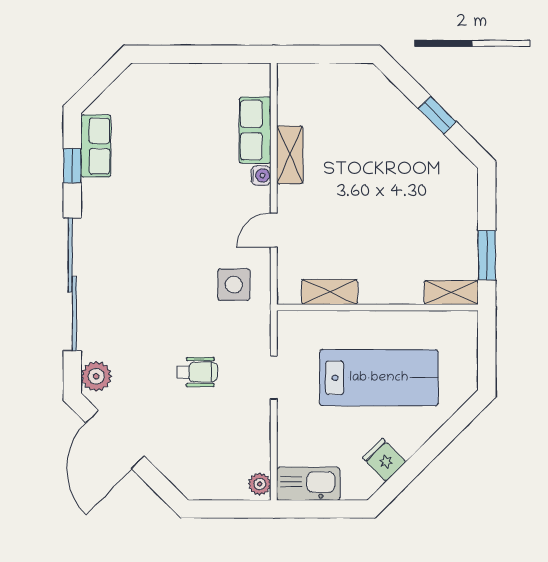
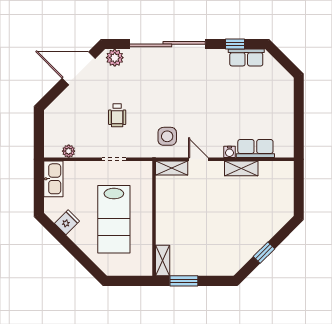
shelving: (330, 292) -> (172, 168), moved, turned 90
plant: (260, 484) -> (69, 151), moved

